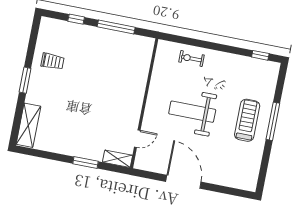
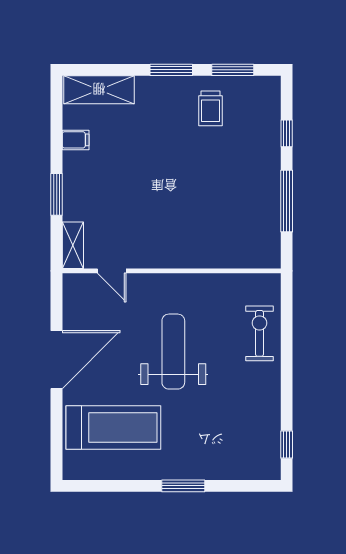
window: (32, 44) -> (233, 70), added
exercise bike: (191, 58) -> (259, 333), width x1.38, depth x1.39
treadmill: (247, 120) -> (113, 427), moved, width x1.37, depth x1.37
window: (273, 121) -> (183, 486), width x0.69
filing cabinet: (55, 145) -> (76, 140), added

